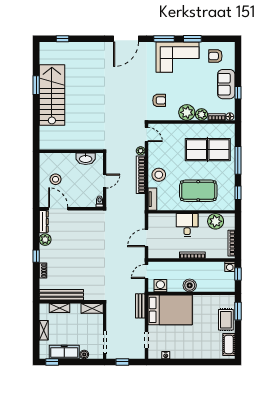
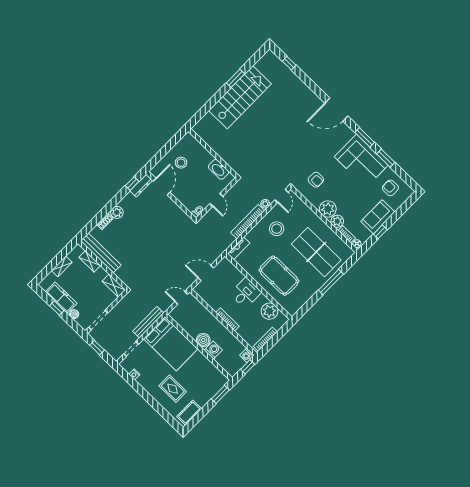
stool: (159, 175) -> (277, 229), moved
door: (105, 181) -> (216, 200), hinge flipped
window: (238, 193) -> (307, 306), removed
plant: (45, 240) -> (117, 212), moved
window: (36, 256) -> (132, 184), moved
washing machine: (160, 286) -> (213, 350), moved
bench: (140, 306) -> (148, 322), width x1.36
rug: (226, 320) -> (173, 389), moved, turned 90
window: (52, 362) -> (57, 308), moved

